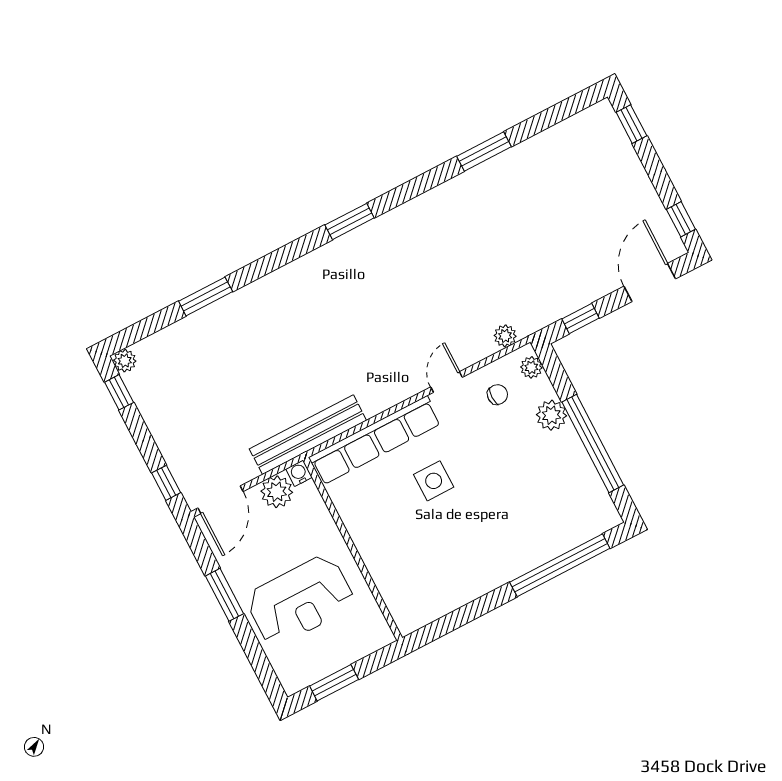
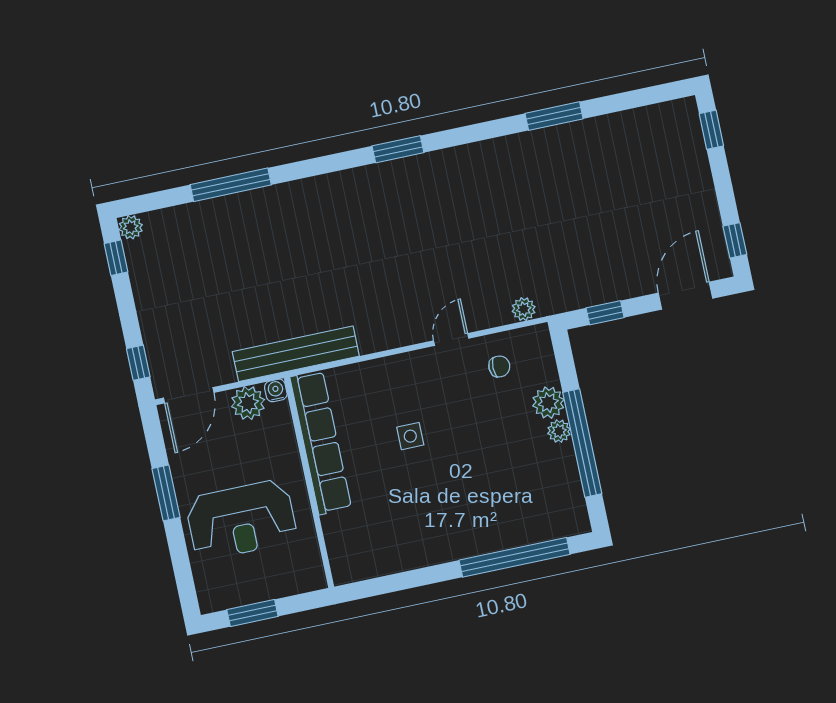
window: (206, 296) -> (231, 185), width x1.44
plant: (531, 367) -> (559, 431), moved
row of seats: (375, 440) -> (321, 443), moved, turned -90
side table: (434, 481) -> (410, 436), width x0.73, depth x0.73

